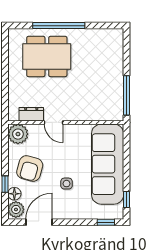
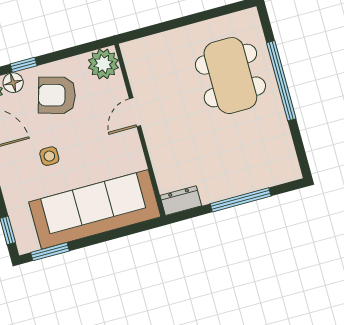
window: (126, 95) -> (241, 200), moved
dresser: (31, 114) -> (181, 201), moved, turned -90
window: (126, 199) -> (50, 252), width x1.50

